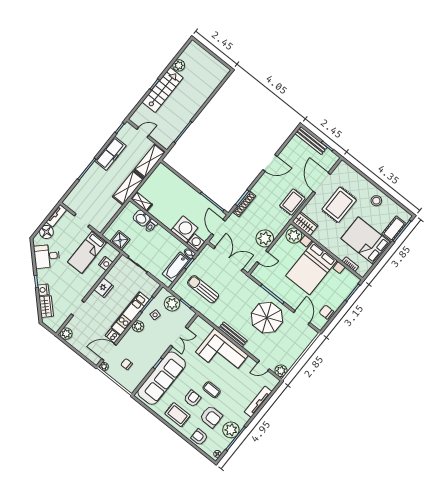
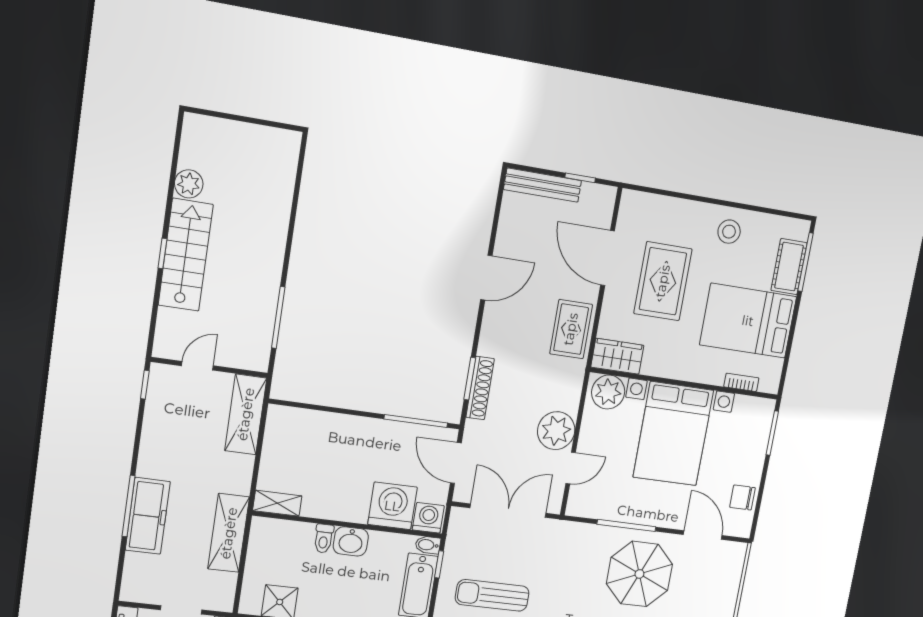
freezer: (110, 153) -> (148, 516), moved
shelving: (128, 188) -> (229, 533), moved
washbasin: (142, 218) -> (351, 541), moved

